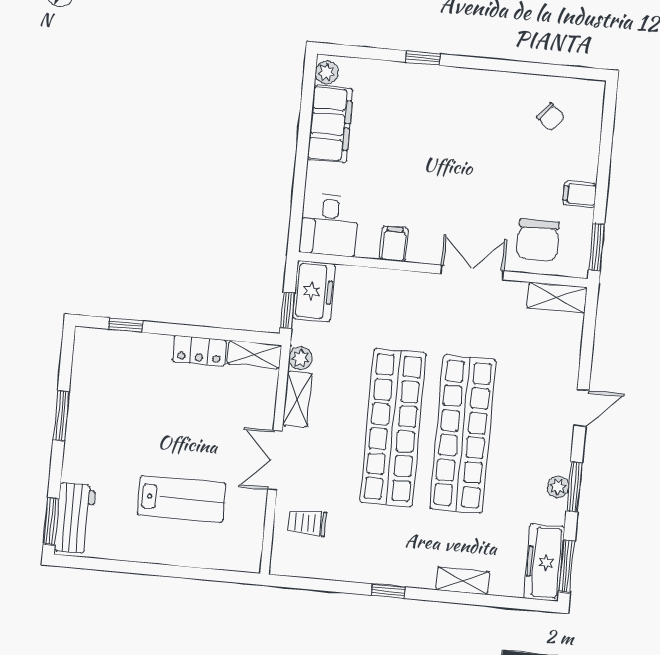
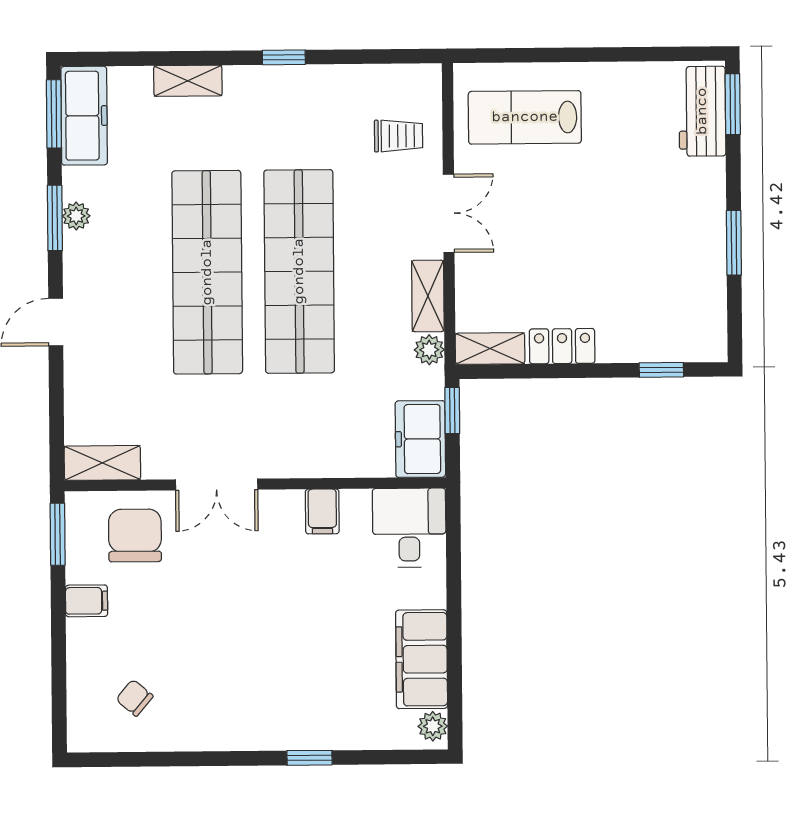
lab bench: (181, 499) -> (525, 117), moved

